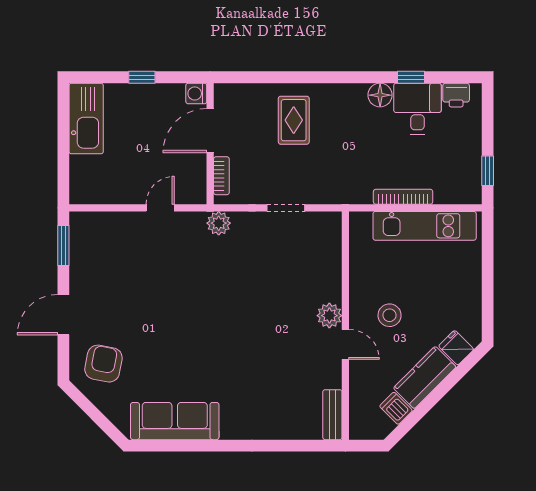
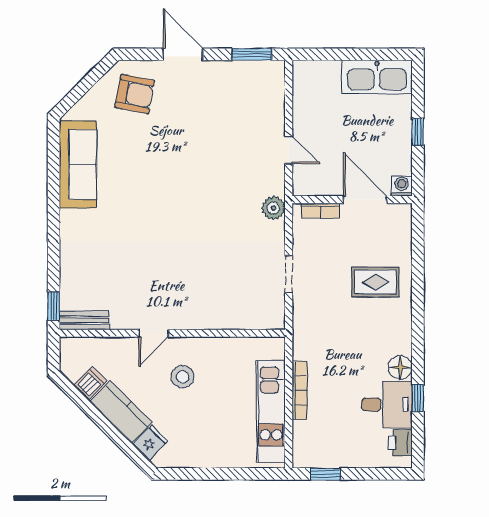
plant: (329, 316) -> (182, 317), removed
window: (318, 446) -> (54, 306), added

